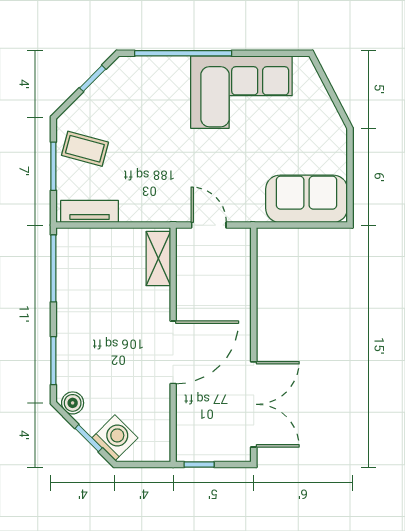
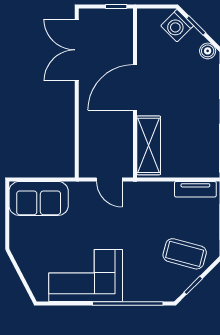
coffee table: (85, 149) -> (185, 254), moved, width x1.36, depth x1.30
shelving: (158, 259) -> (149, 145), width x1.50, depth x1.33

